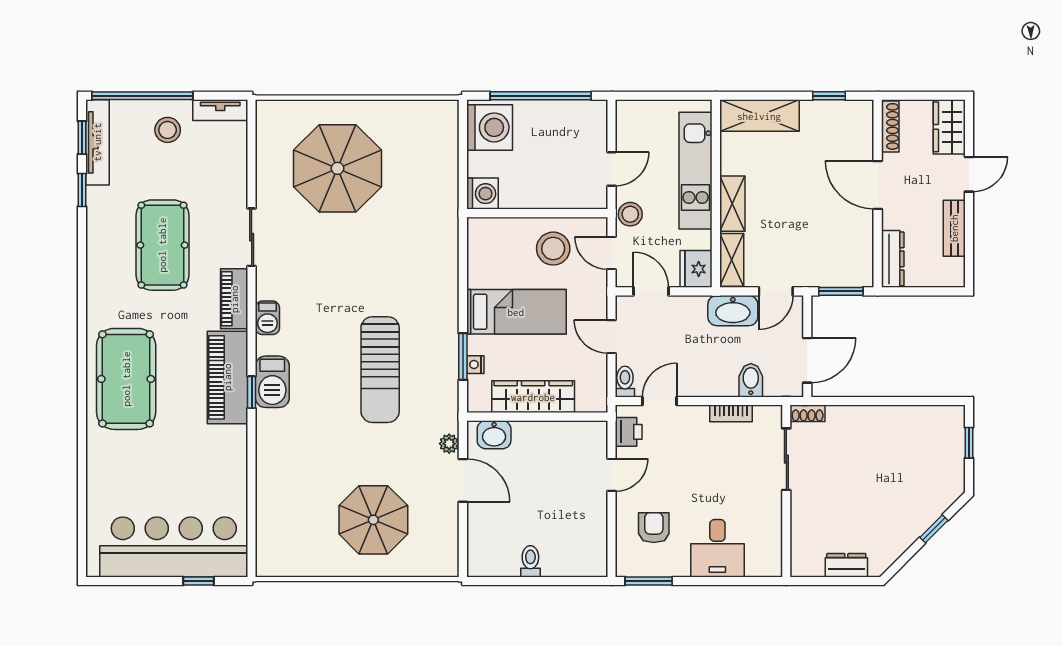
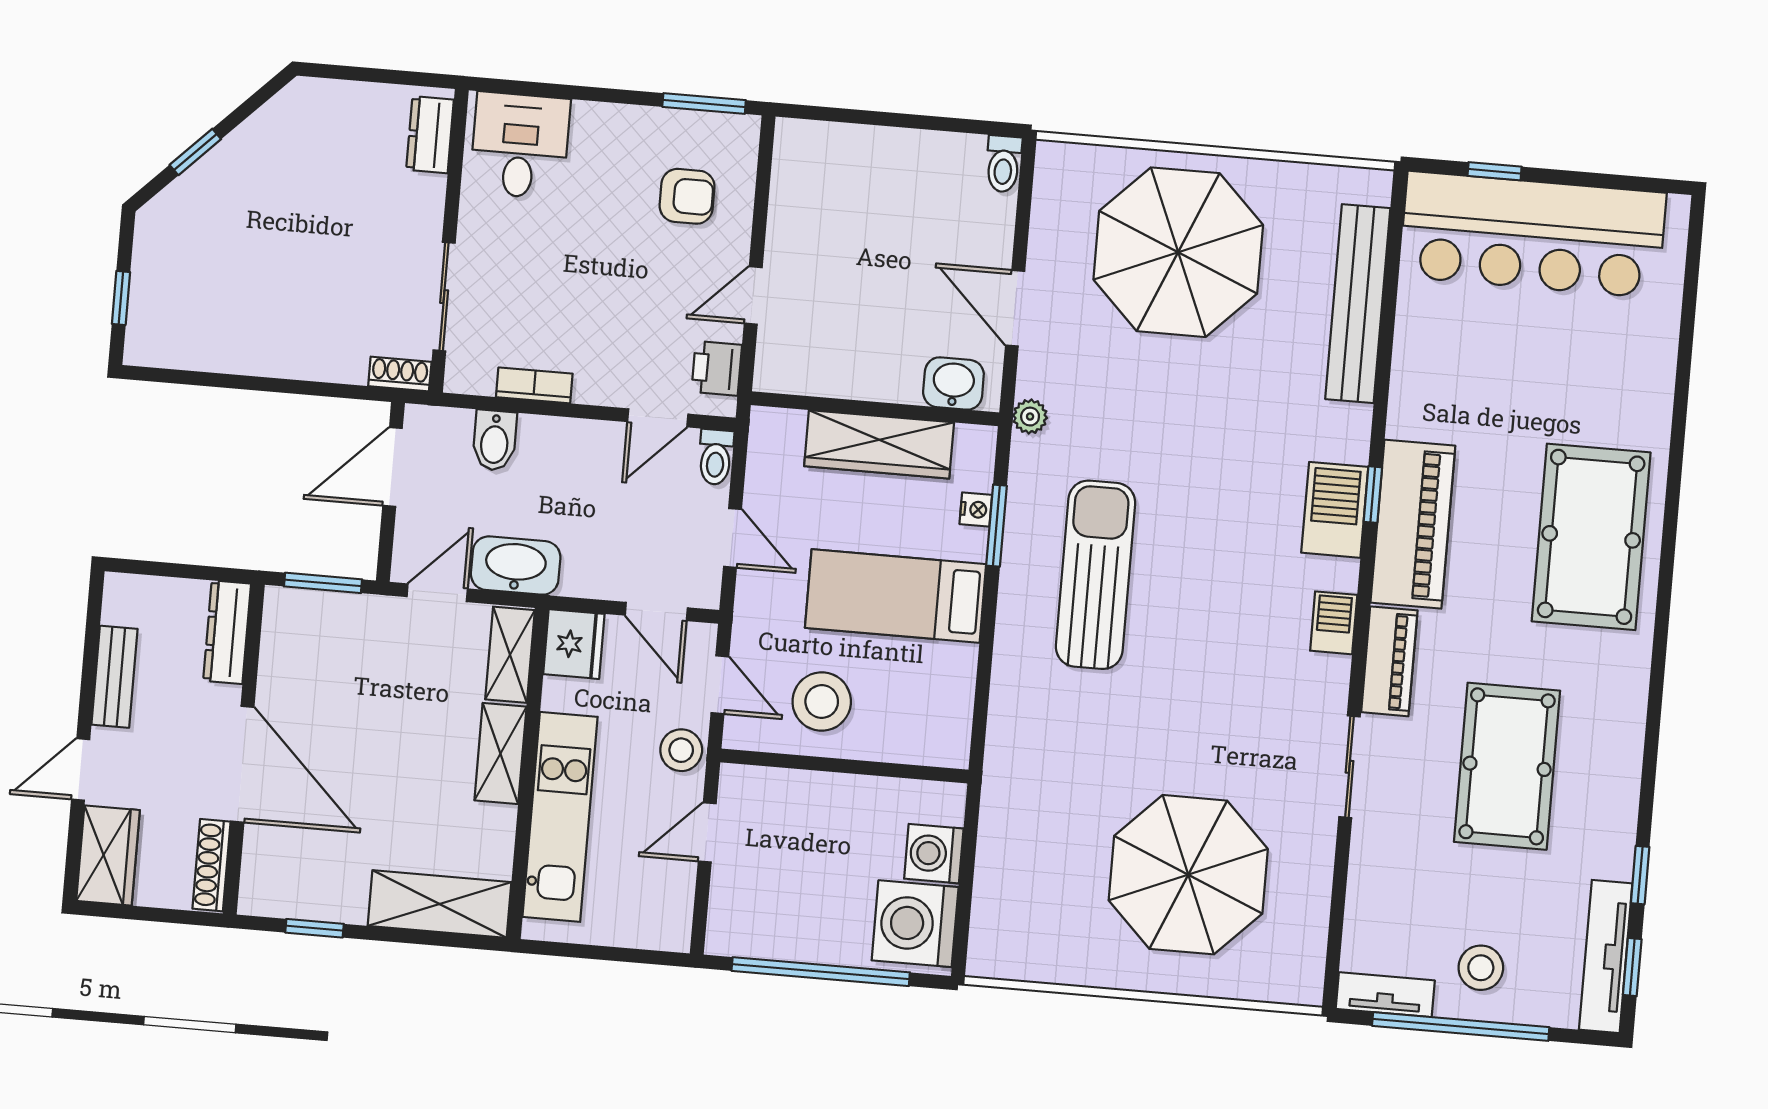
window: (142, 96) -> (1461, 1026), moved
door: (878, 185) -> (242, 764), width x1.36
washing machine: (482, 194) -> (934, 854), moved
sun lounger: (380, 370) -> (1096, 575), moved
plant: (449, 444) -> (1030, 417), moved
bench: (269, 499) -> (1358, 304), added
parasol: (373, 520) -> (1178, 252), width x1.36, depth x1.36
armchair: (654, 528) -> (687, 196), turned -90
desk: (717, 548) -> (520, 146), moved
toilet: (530, 561) -> (1003, 164), moved
dresser: (846, 565) -> (430, 135), moved, turned 90

